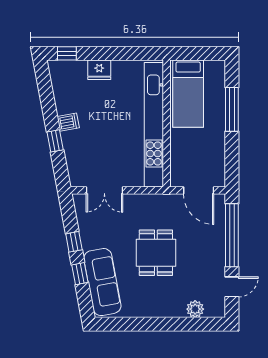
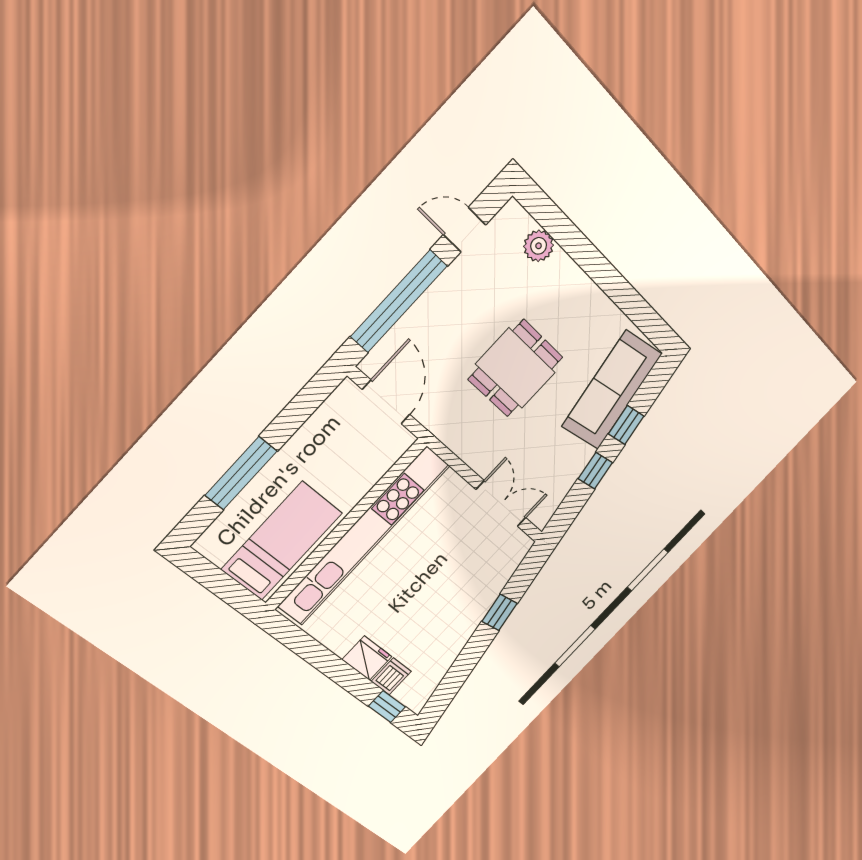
dishwasher: (68, 122) -> (391, 676), moved, turned 101

